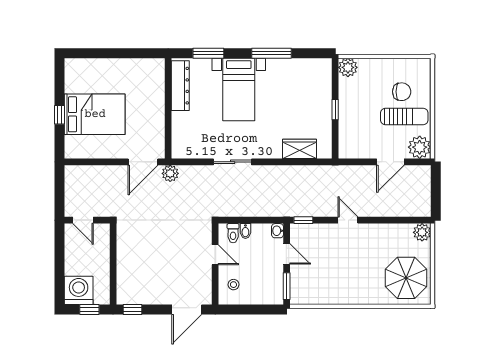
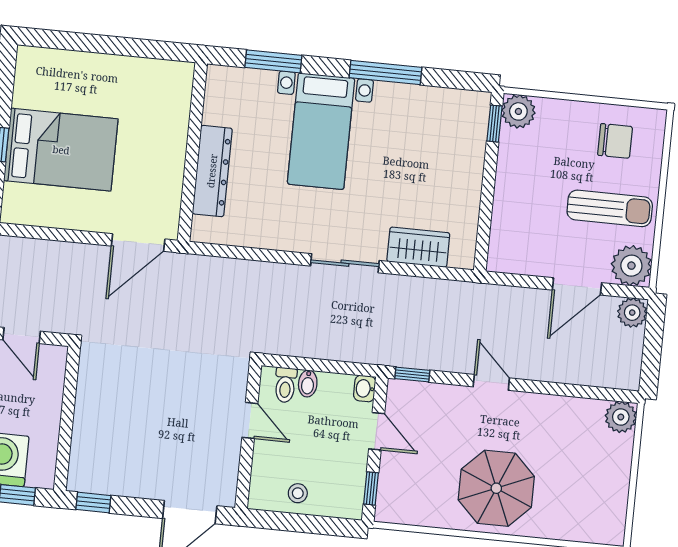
dresser: (180, 86) -> (212, 171), moved
chair: (402, 92) -> (615, 141), moved
window: (335, 110) -> (495, 124), moved
sliding door: (233, 162) -> (345, 263), moved
plant: (170, 173) -> (632, 313), moved
parasol: (406, 278) -> (496, 488), moved
stool: (233, 285) -> (298, 493), moved
window: (287, 286) -> (371, 488), width x0.67

